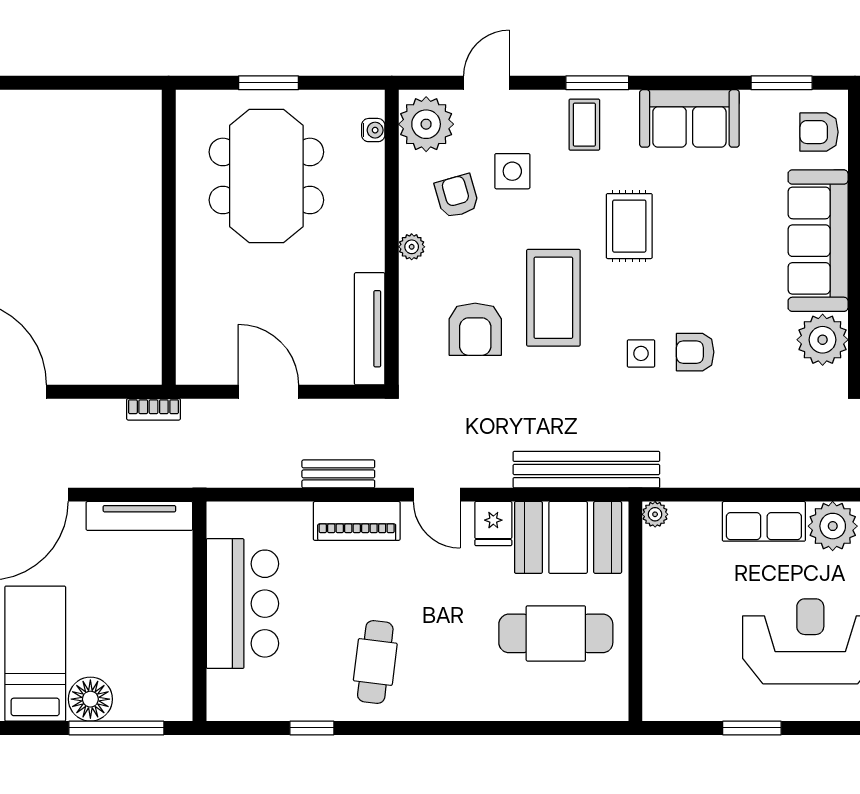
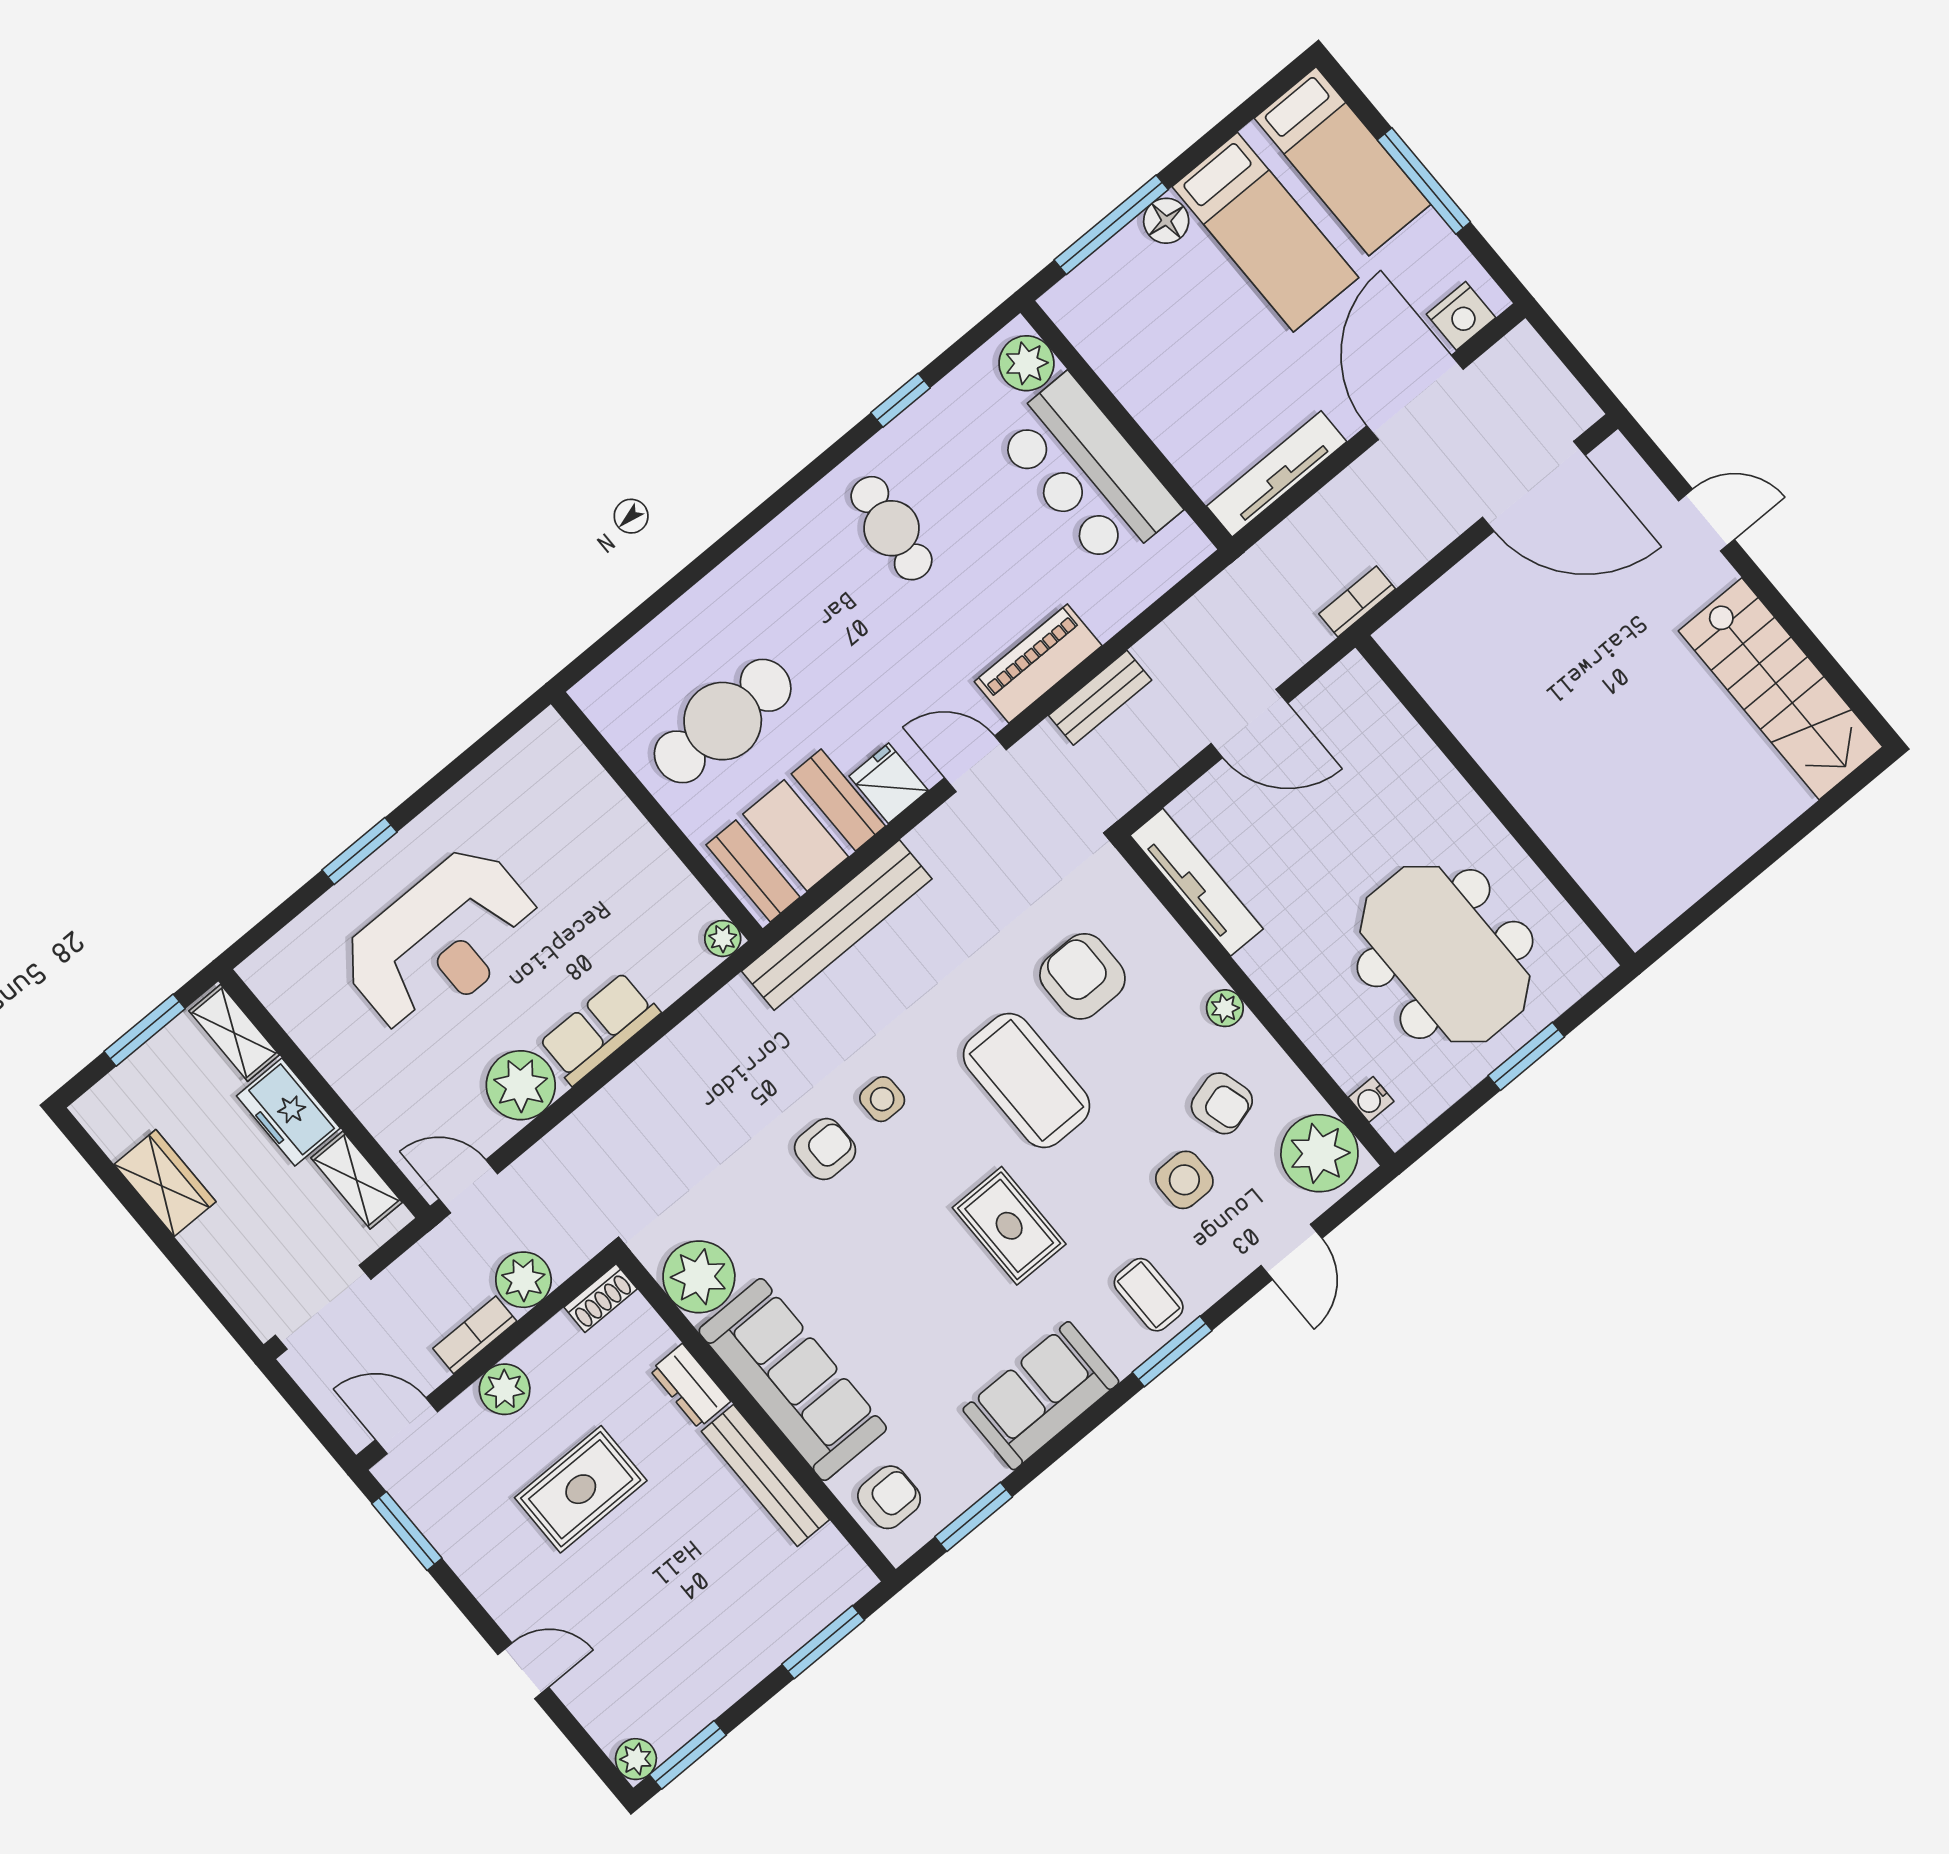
plant: (226, 691) -> (1026, 363), added
floor lamp: (90, 699) -> (1166, 221), width x0.73, depth x0.73
window: (752, 728) -> (360, 851), moved

